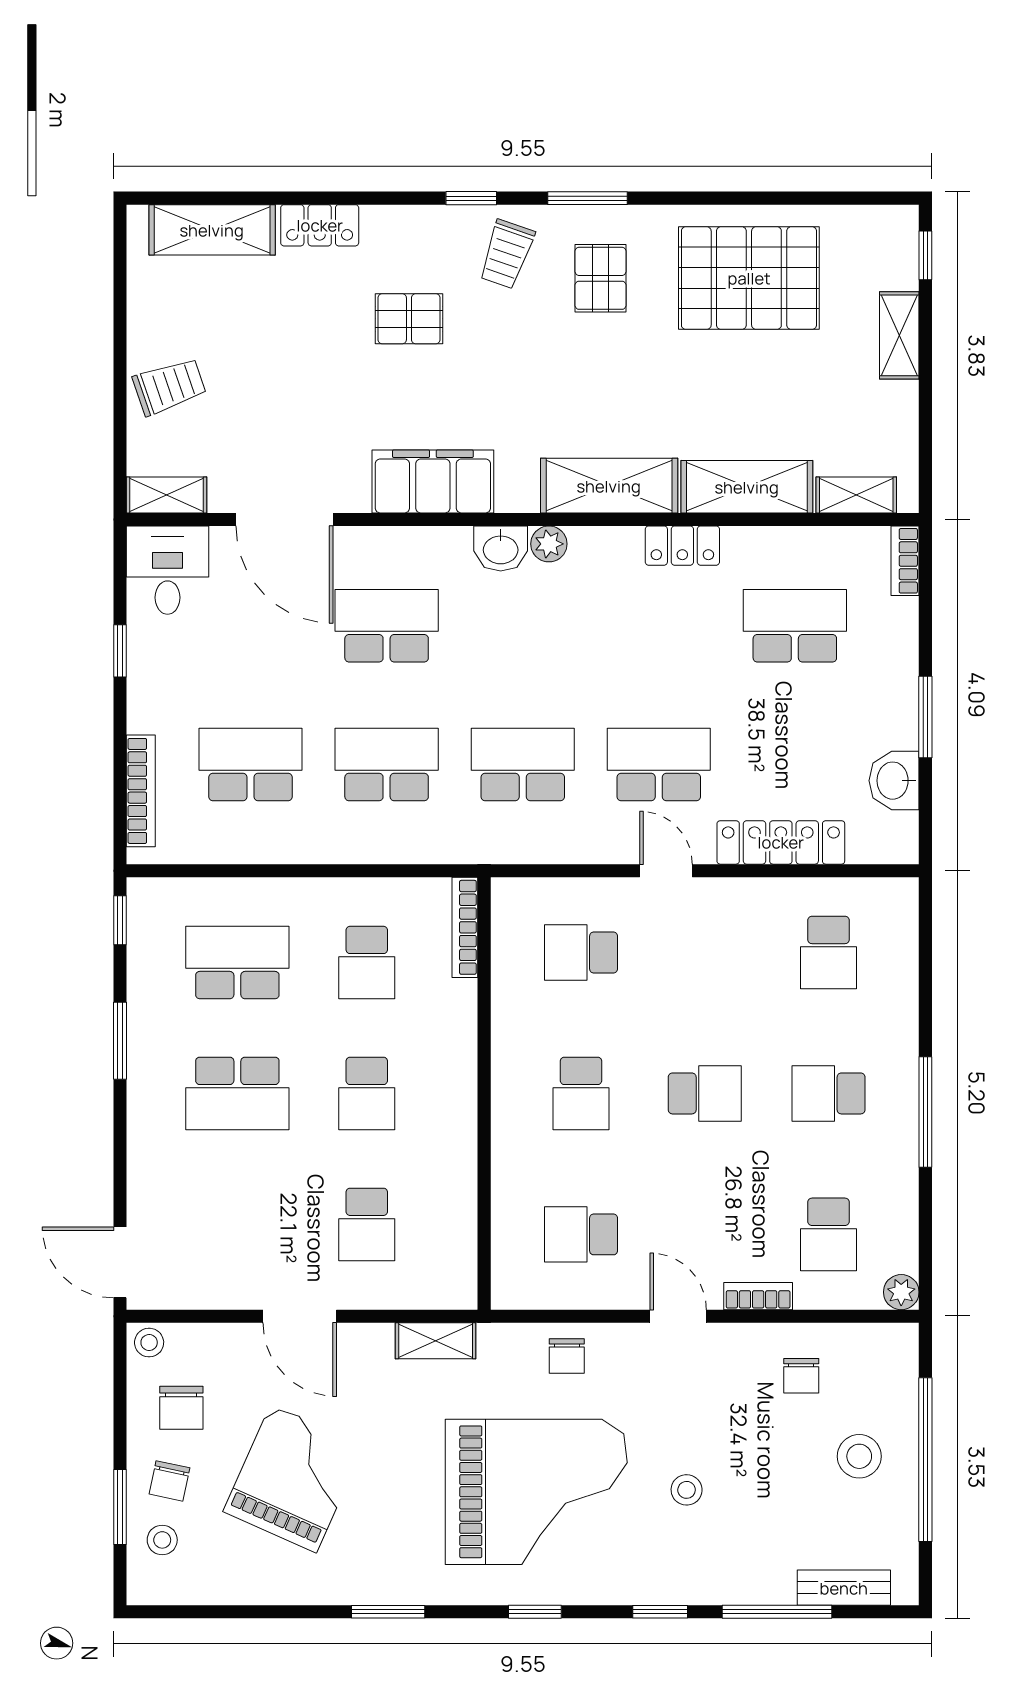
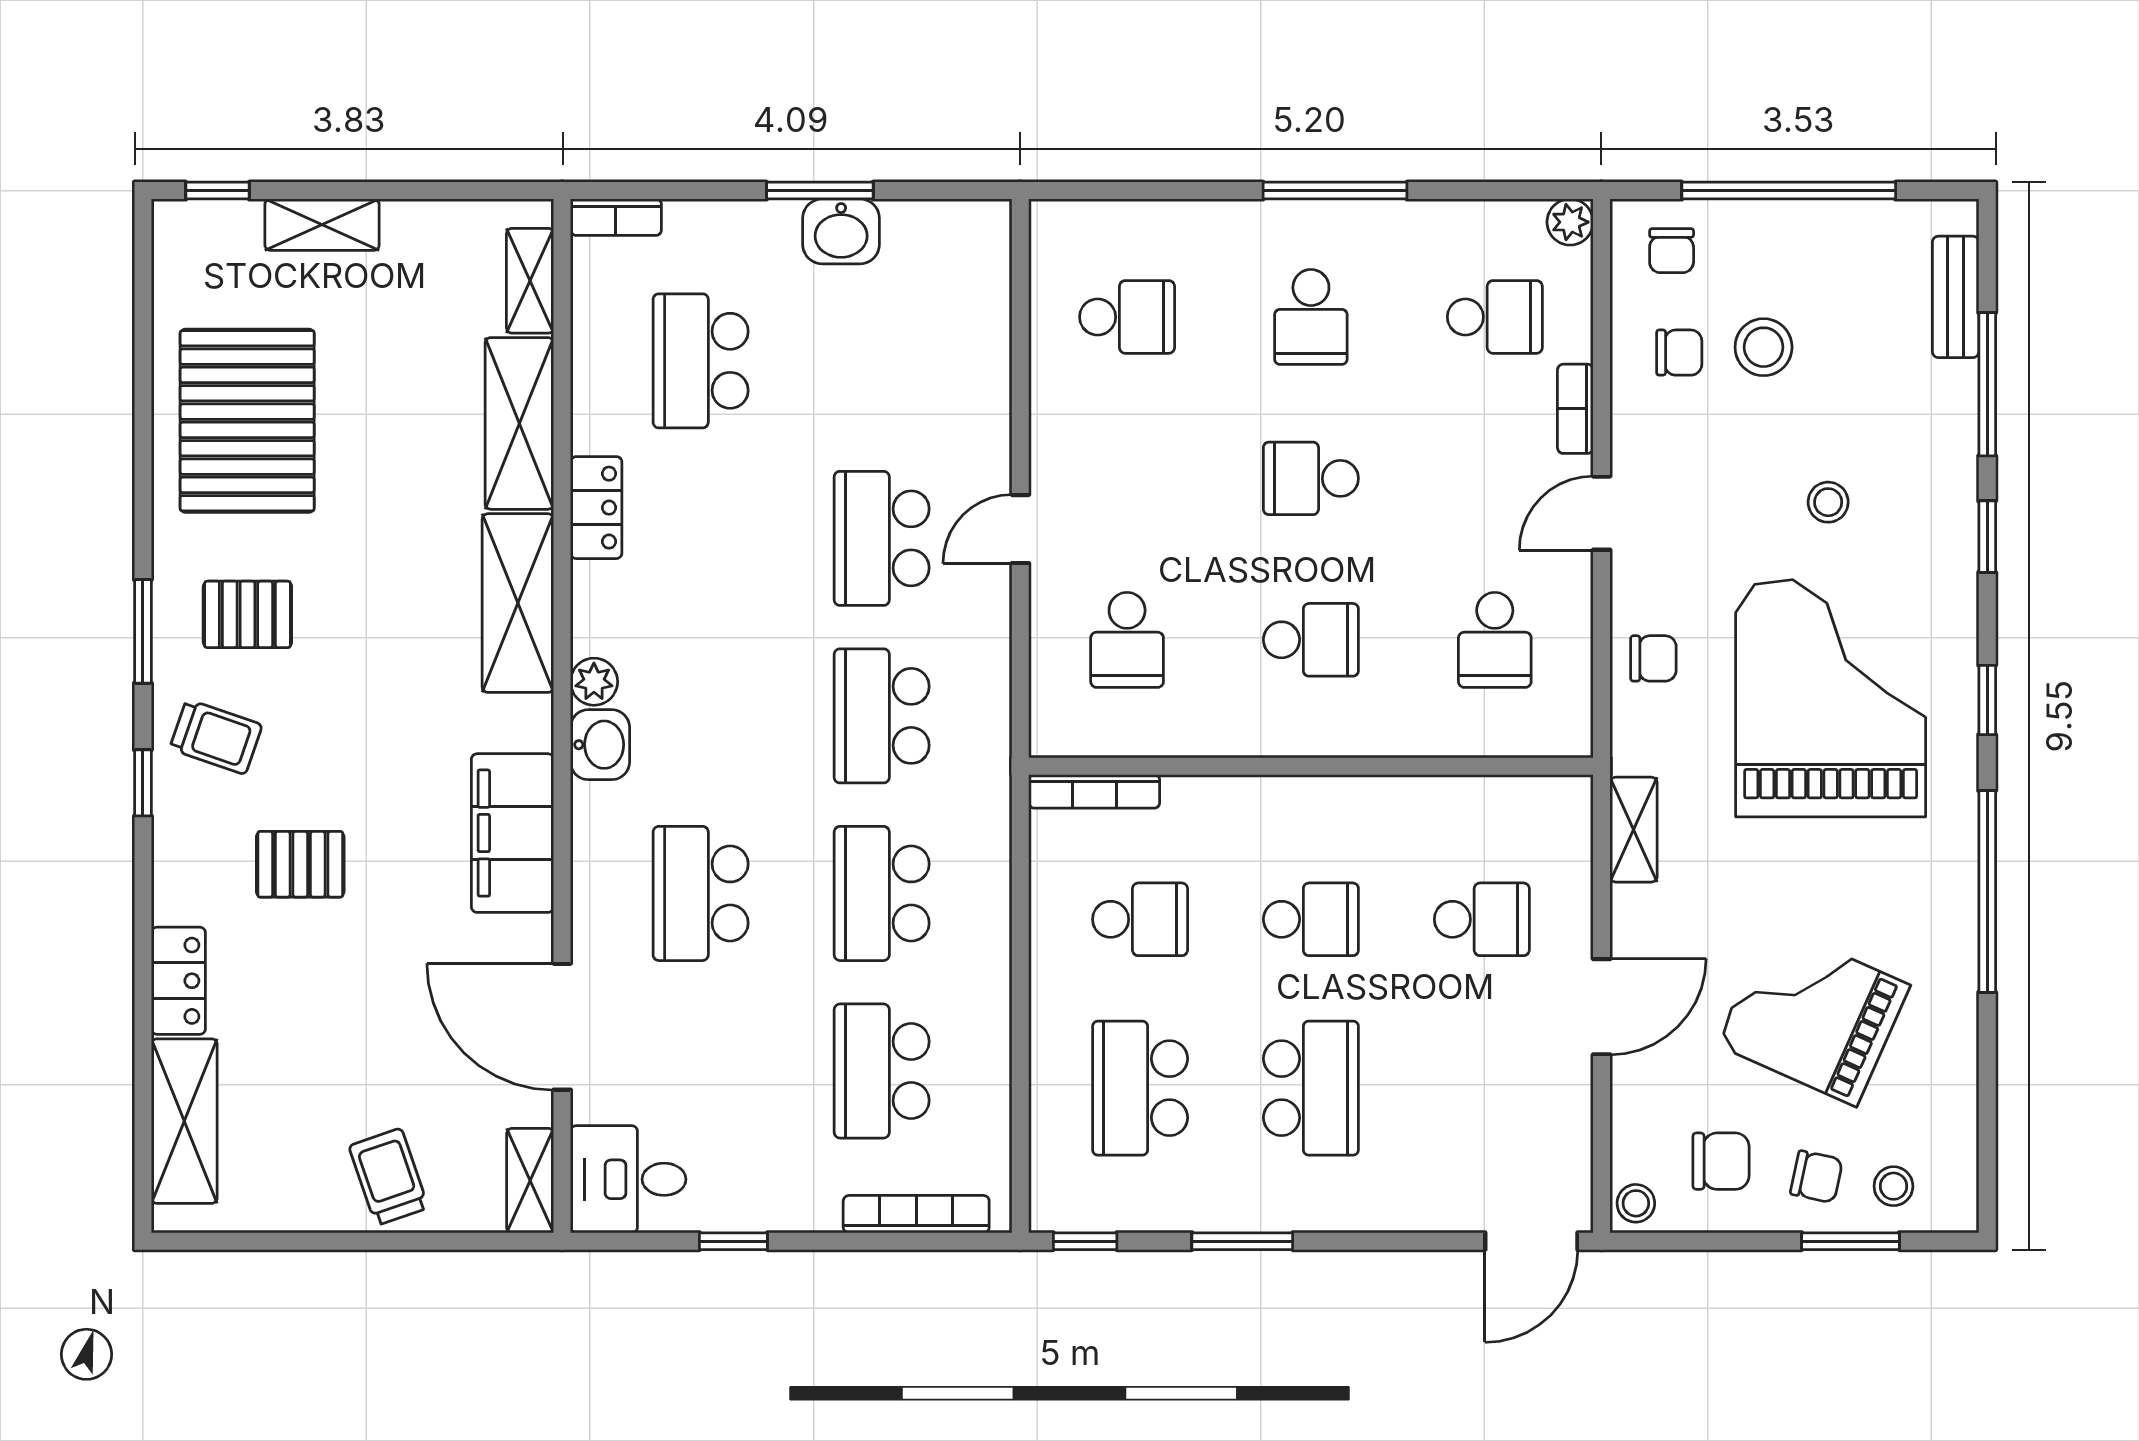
pallet: (409, 319) -> (300, 864), turned 90
door: (284, 519) -> (562, 1027), swing flipped
washbasin: (894, 781) -> (841, 231), moved
locker: (781, 842) -> (983, 379), removed
school desk: (705, 1093) -> (1311, 478), turned -90
chair: (879, 1370) -> (1672, 251), added
stool: (859, 1456) -> (1764, 347), moved
window: (388, 1612) -> (1987, 891), width x2.11

